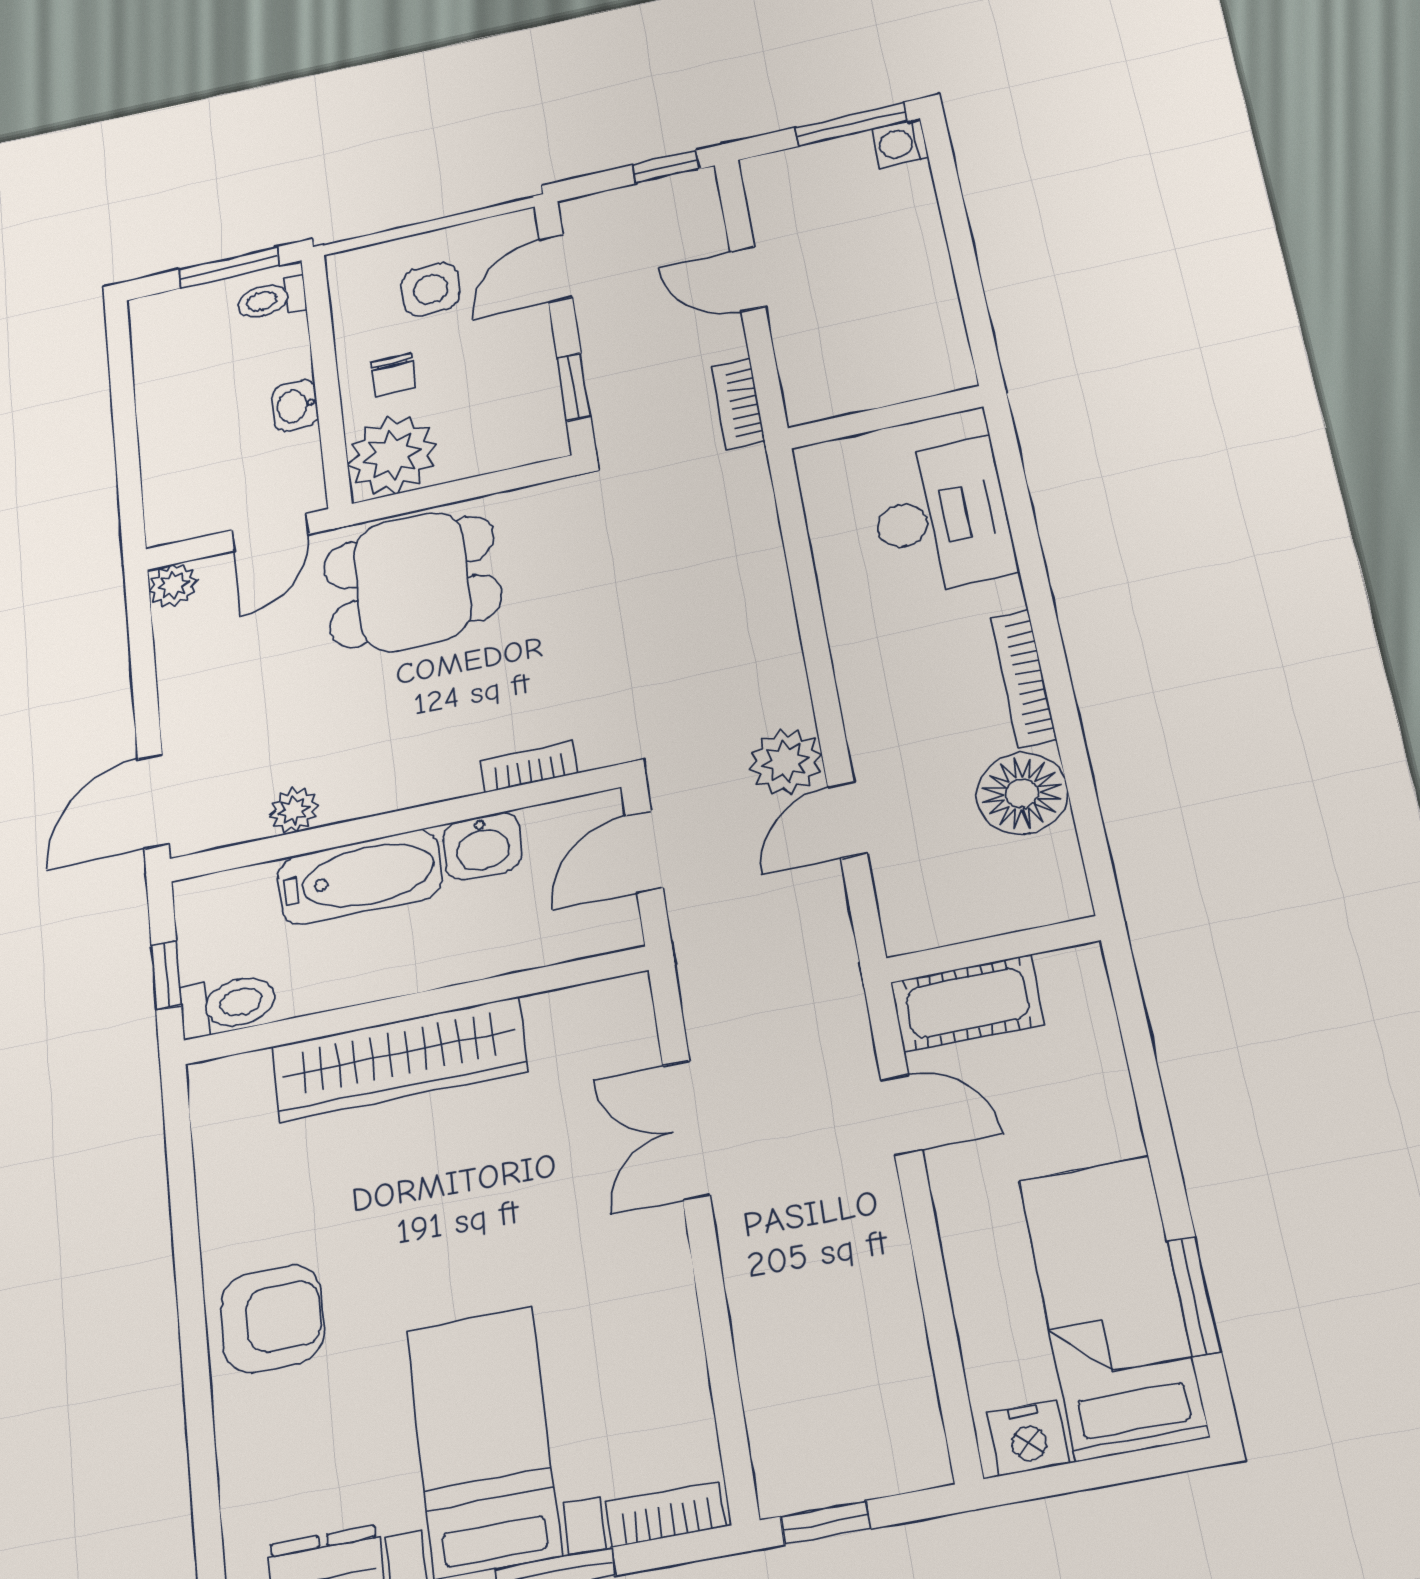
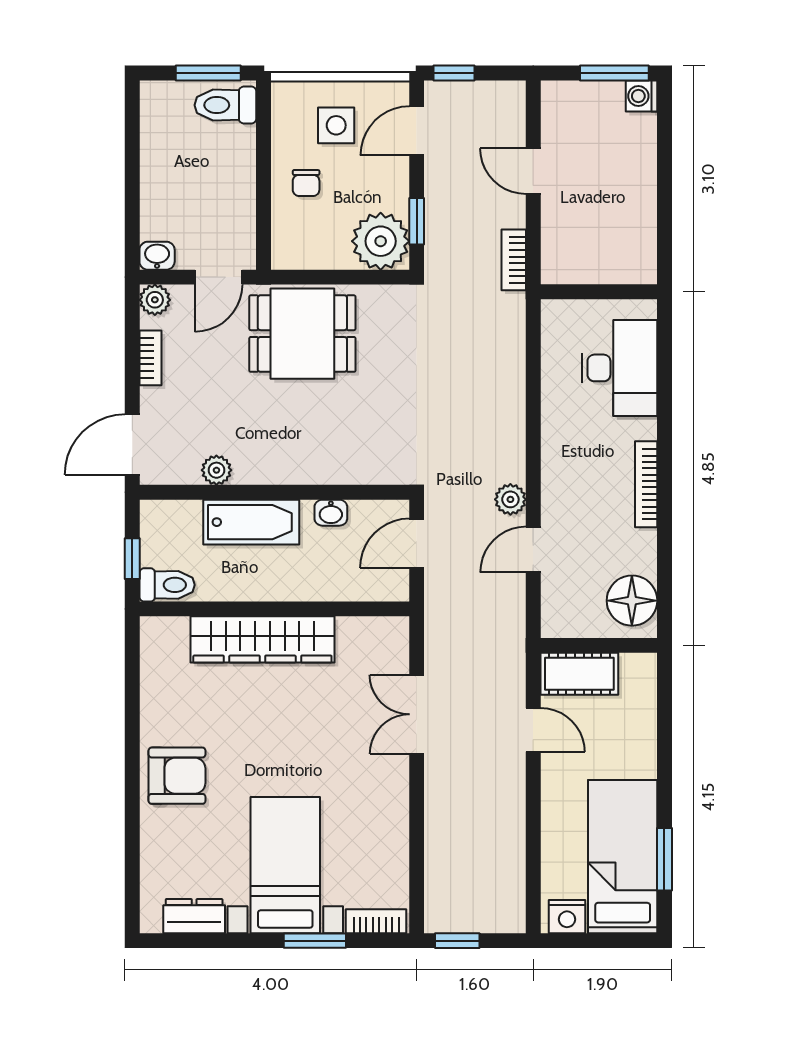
window: (666, 167) -> (454, 73), moved
toilet: (271, 299) -> (225, 105), width x1.37, depth x1.39
washbasin: (295, 406) -> (157, 256), moved, turned 90
plant: (392, 455) -> (381, 241), moved
plant: (785, 762) -> (510, 499), width x0.73, depth x0.73
bookcase: (529, 767) -> (151, 358), moved, turned 90
floor lamp: (1022, 793) -> (632, 601), moved
washbasin: (482, 846) -> (331, 513), width x0.72, depth x0.69

